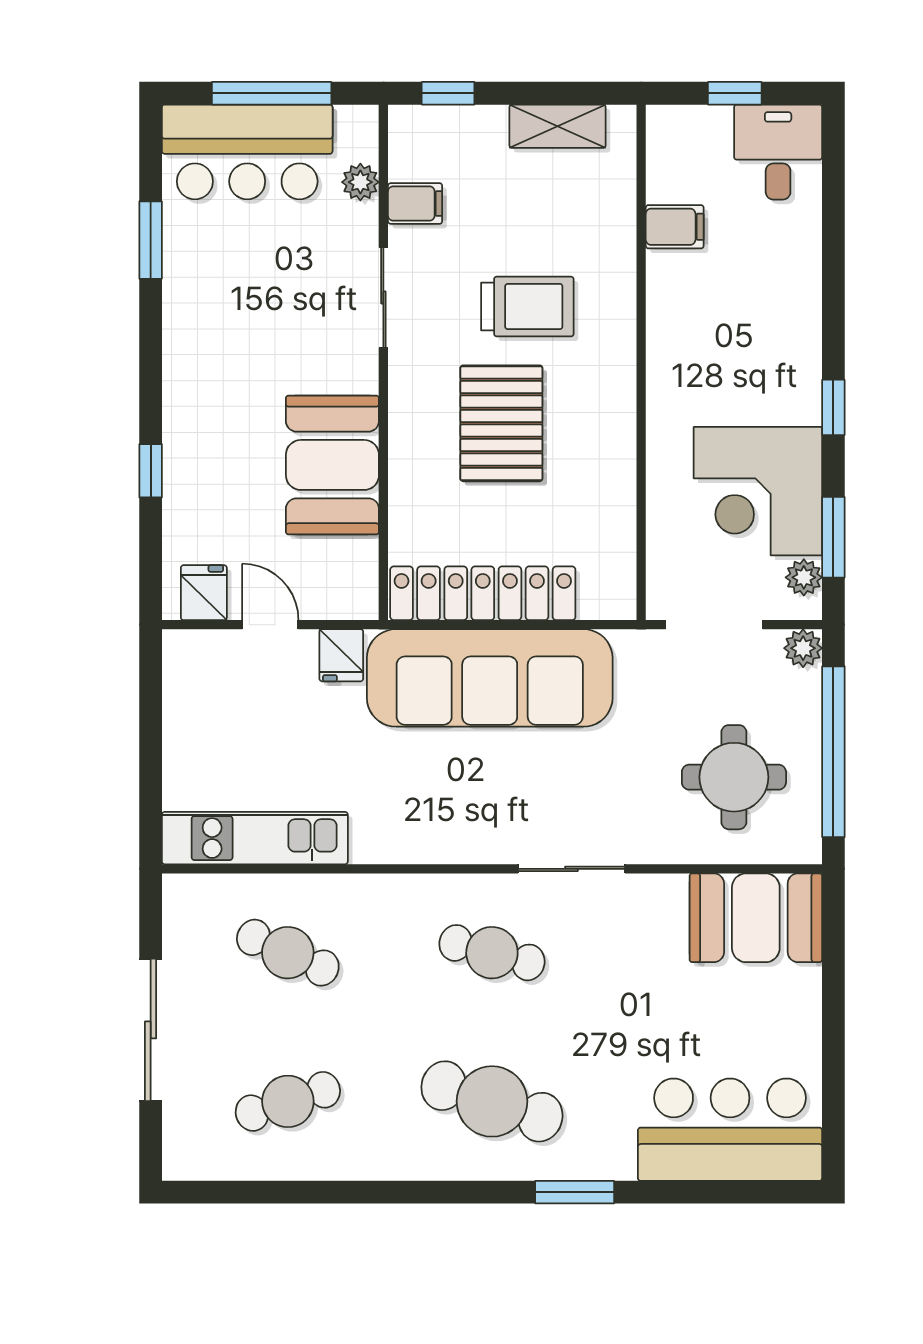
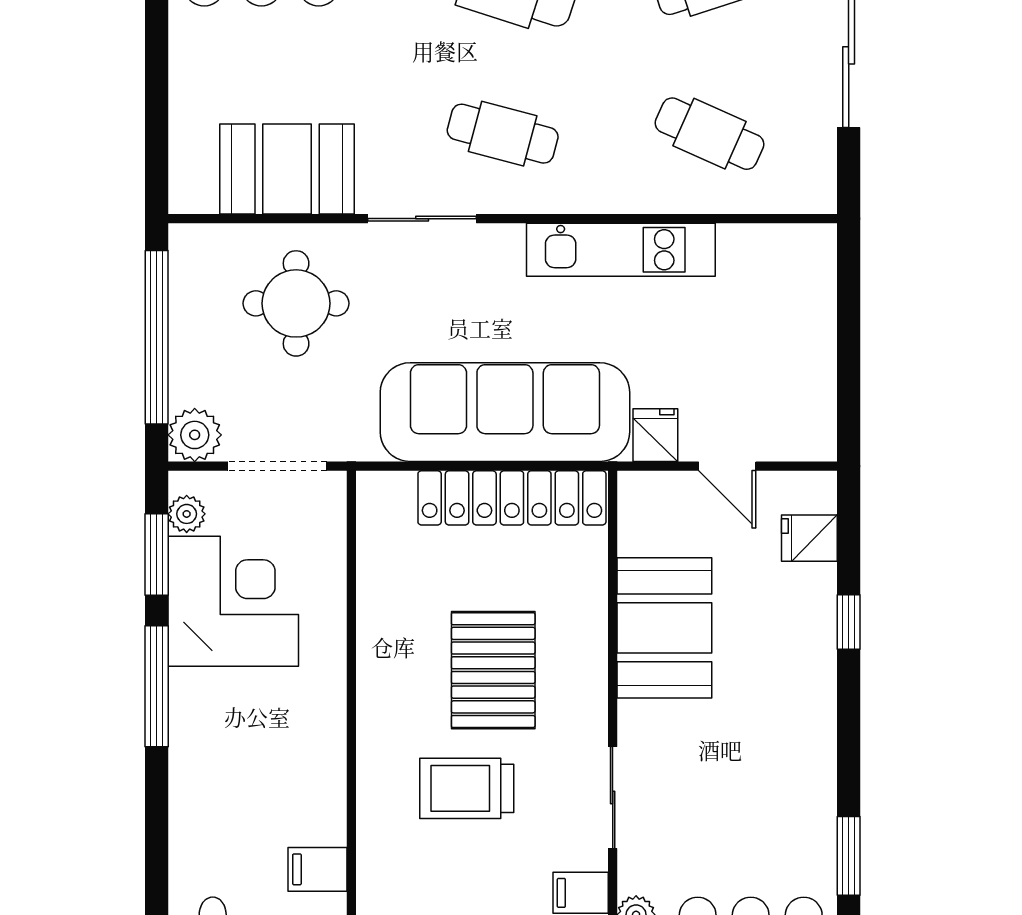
window: (833, 407) -> (157, 686), width x2.17
fridge: (204, 593) -> (809, 538), moved, turned 90
plant: (803, 648) -> (195, 435), width x1.38, depth x1.38
round table: (734, 777) -> (296, 303), moved
kitchen unit: (255, 838) -> (621, 250), moved
booth: (756, 918) -> (287, 169), moved

